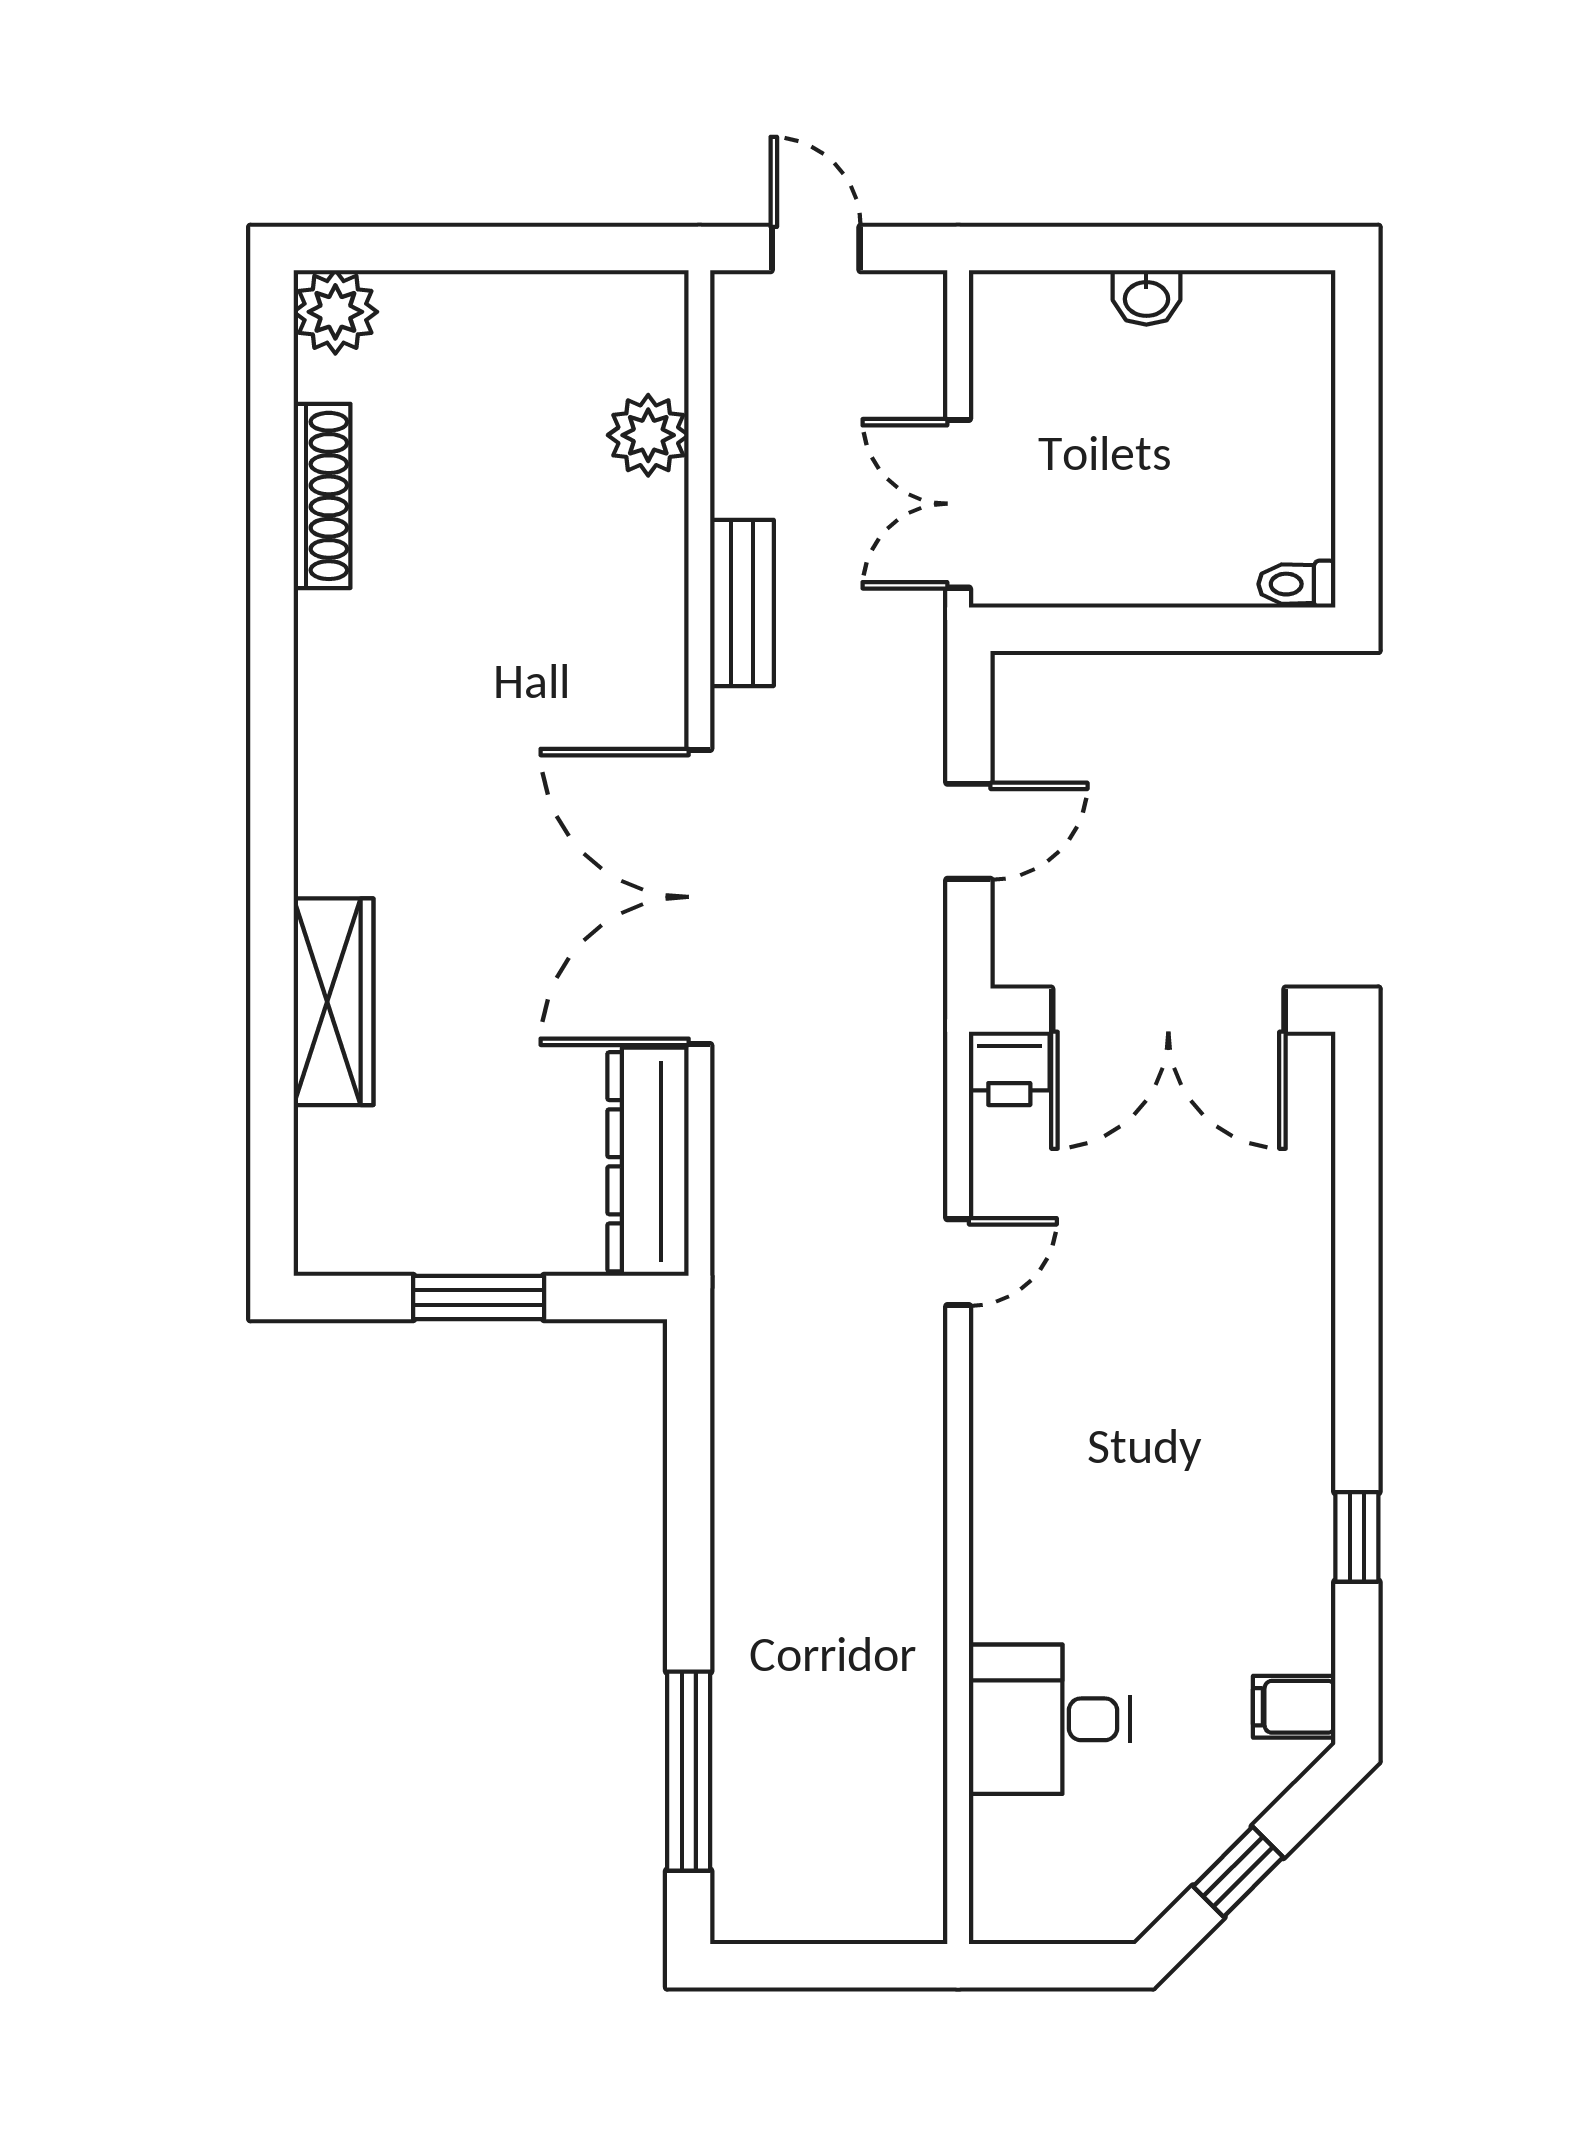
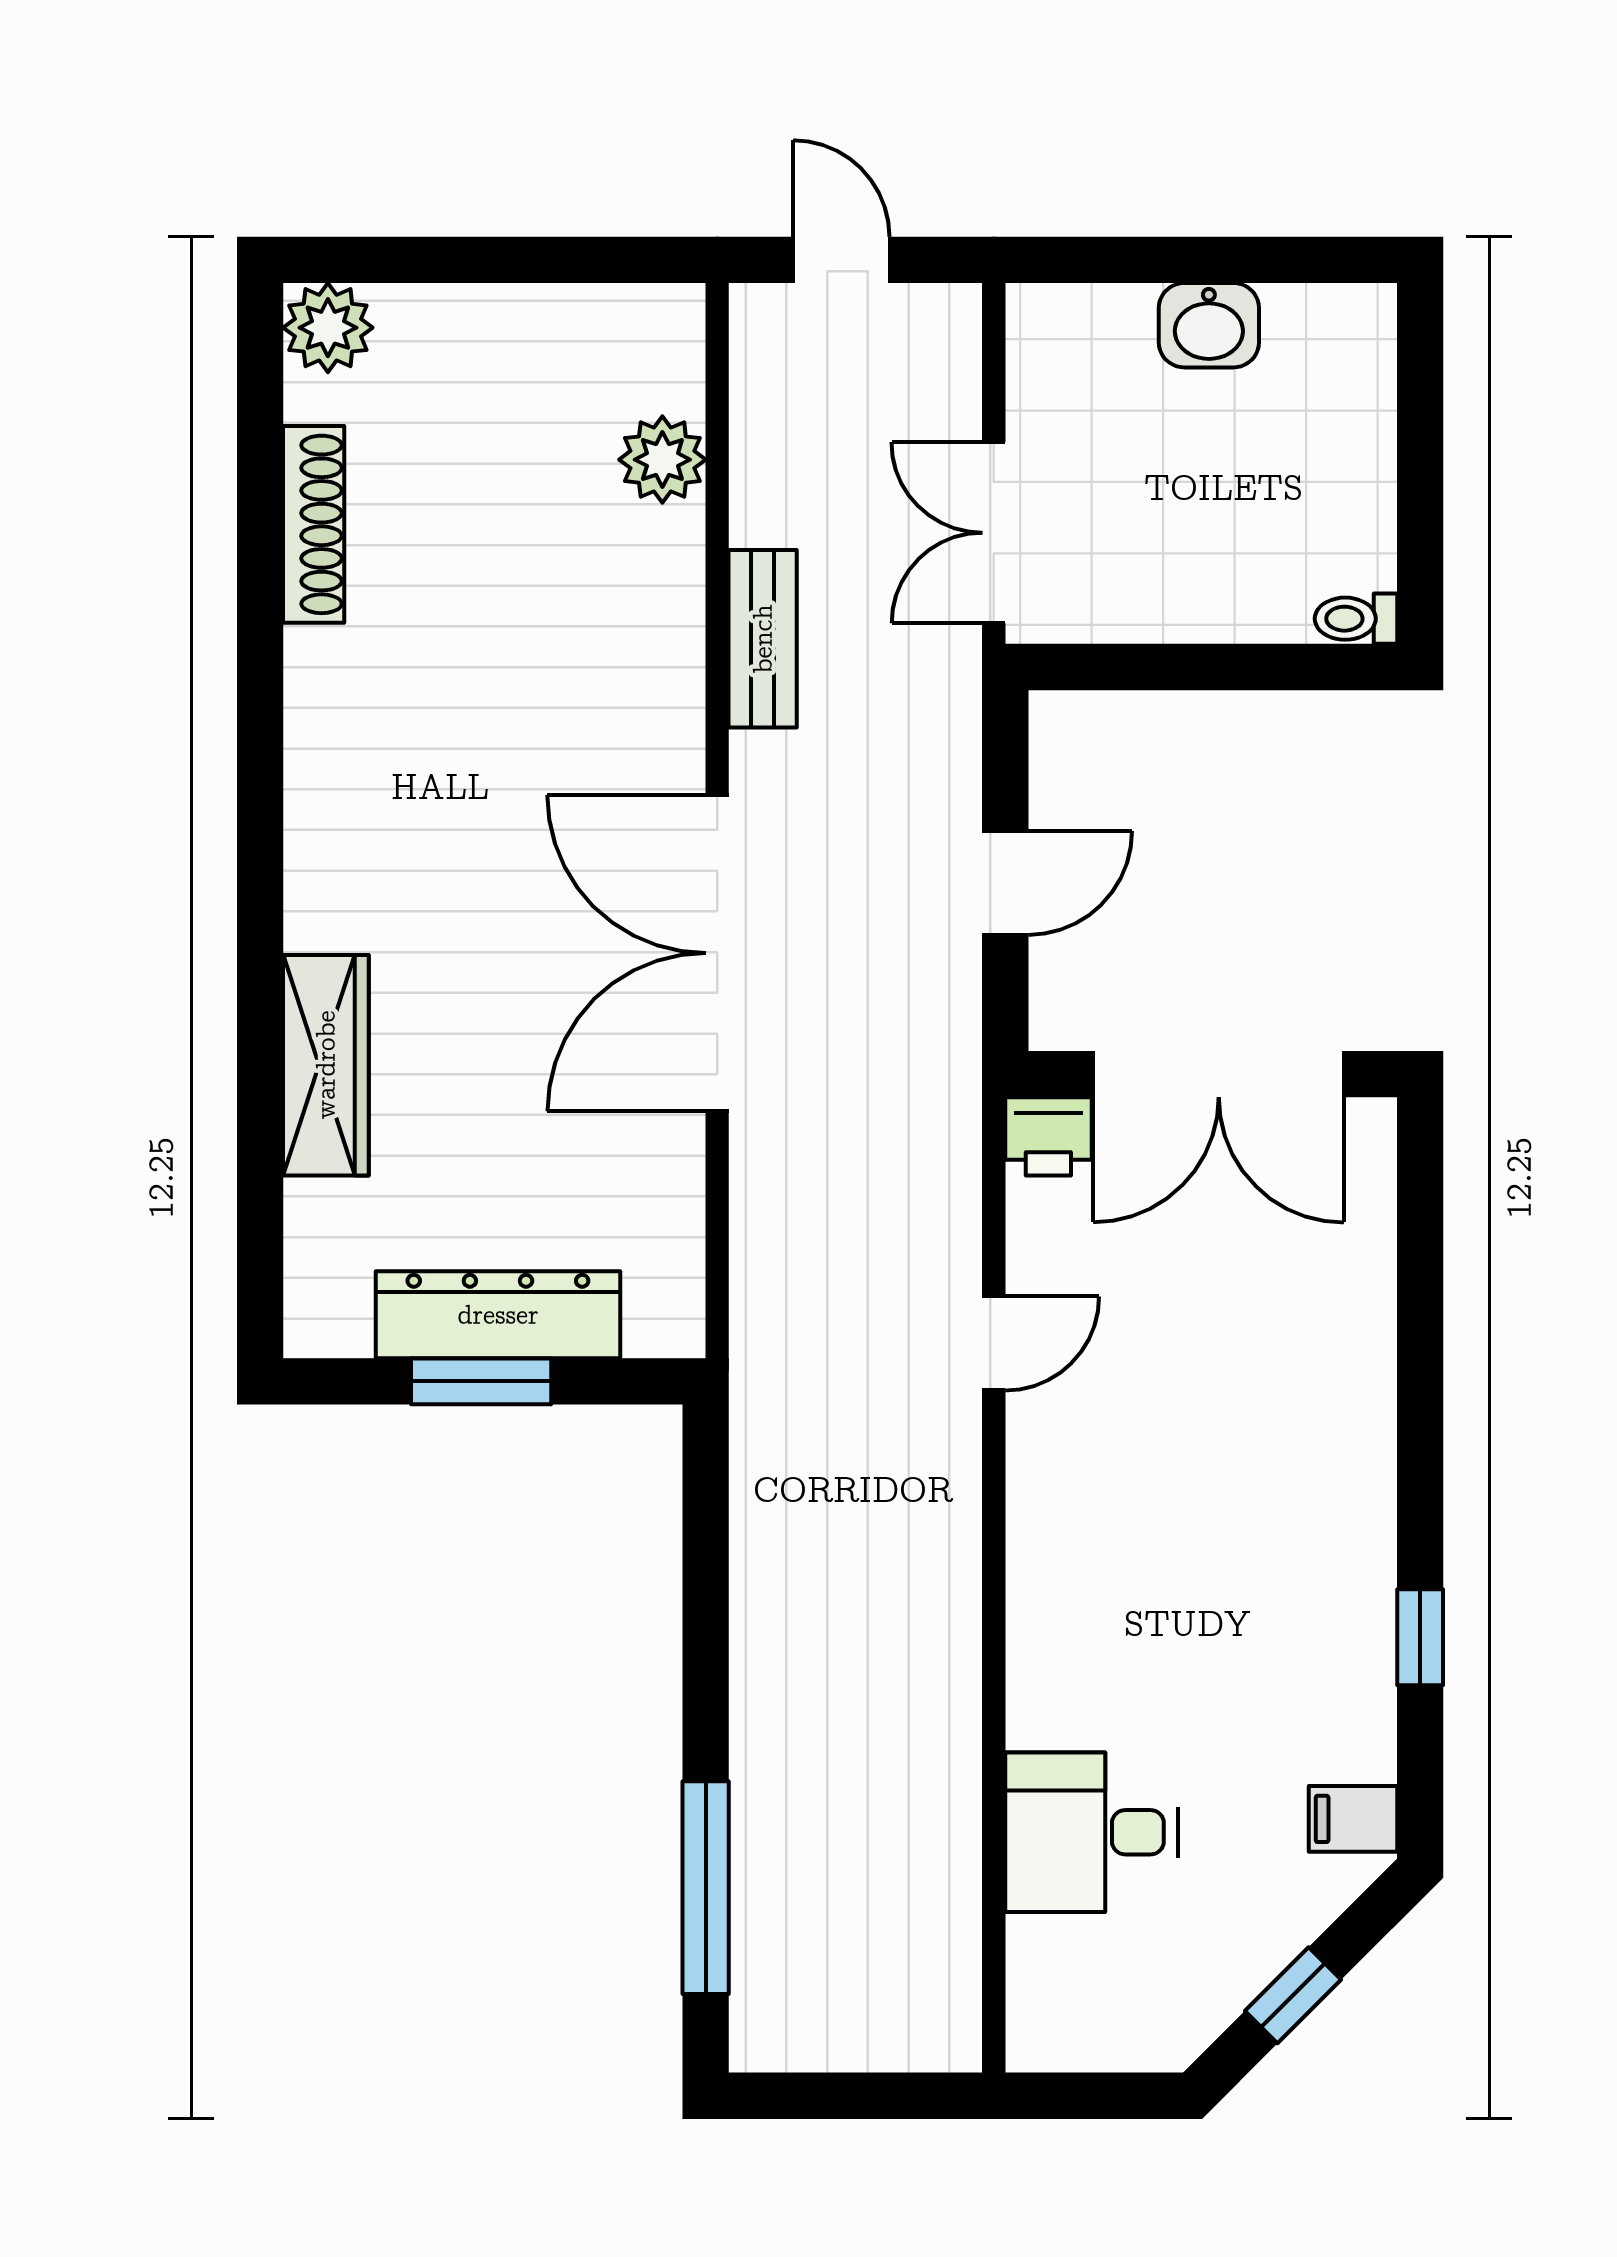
washbasin: (1146, 297) -> (1209, 325), width x1.38, depth x1.45
dresser: (648, 1162) -> (498, 1315), moved, turned 90

